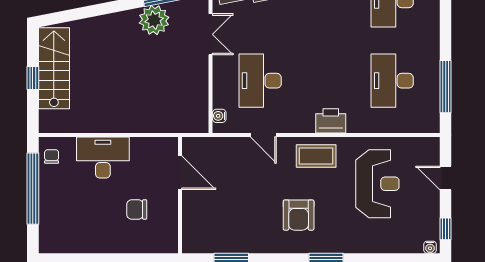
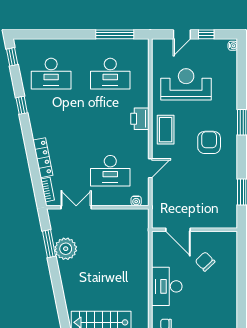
door: (180, 173) -> (178, 230), swing flipped
chair: (137, 209) -> (205, 261), turned 136
armchair: (299, 215) -> (209, 142), turned -90
window: (446, 229) -> (206, 34), moved

